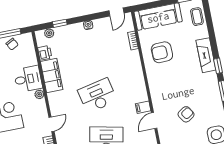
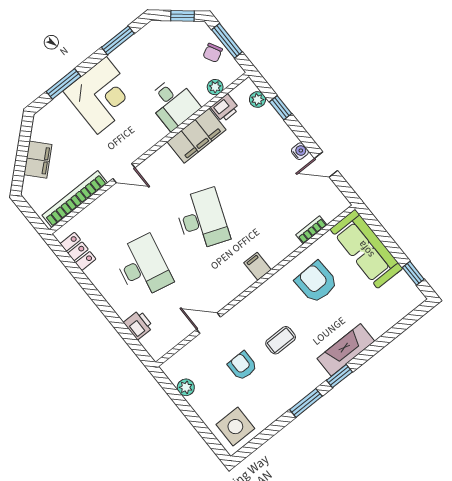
door: (116, 12) -> (326, 164), moved
coffee table: (197, 17) -> (281, 340), moved
plant: (39, 94) -> (215, 87), moved
desk: (97, 95) -> (202, 219), turned 33
filing cabinet: (143, 107) -> (257, 266), moved
armchair: (186, 114) -> (242, 366), turned -147

